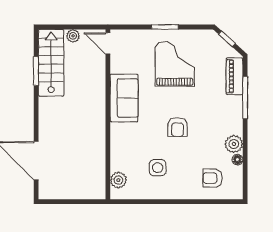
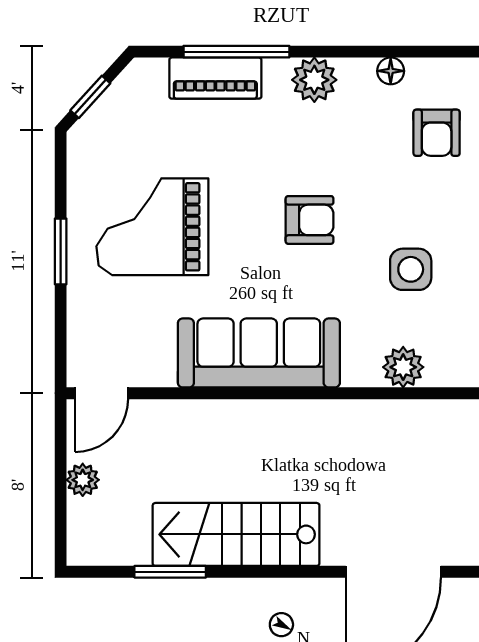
stairs: (51, 63) -> (236, 534), moved
piano: (235, 76) -> (215, 78), moved
sofa: (124, 98) -> (259, 353), width x1.36
plant: (234, 144) -> (314, 80), moved
plant: (118, 180) -> (403, 367), moved

